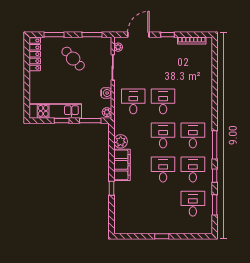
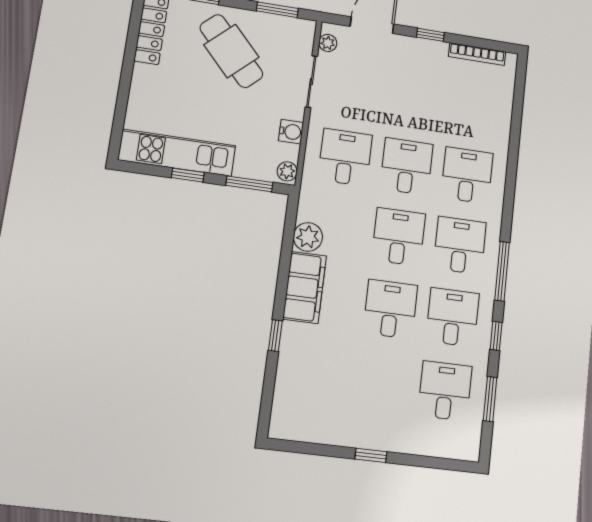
cafe table: (73, 59) -> (231, 51), width x1.37, depth x1.35
desk: (193, 101) -> (467, 175), added

